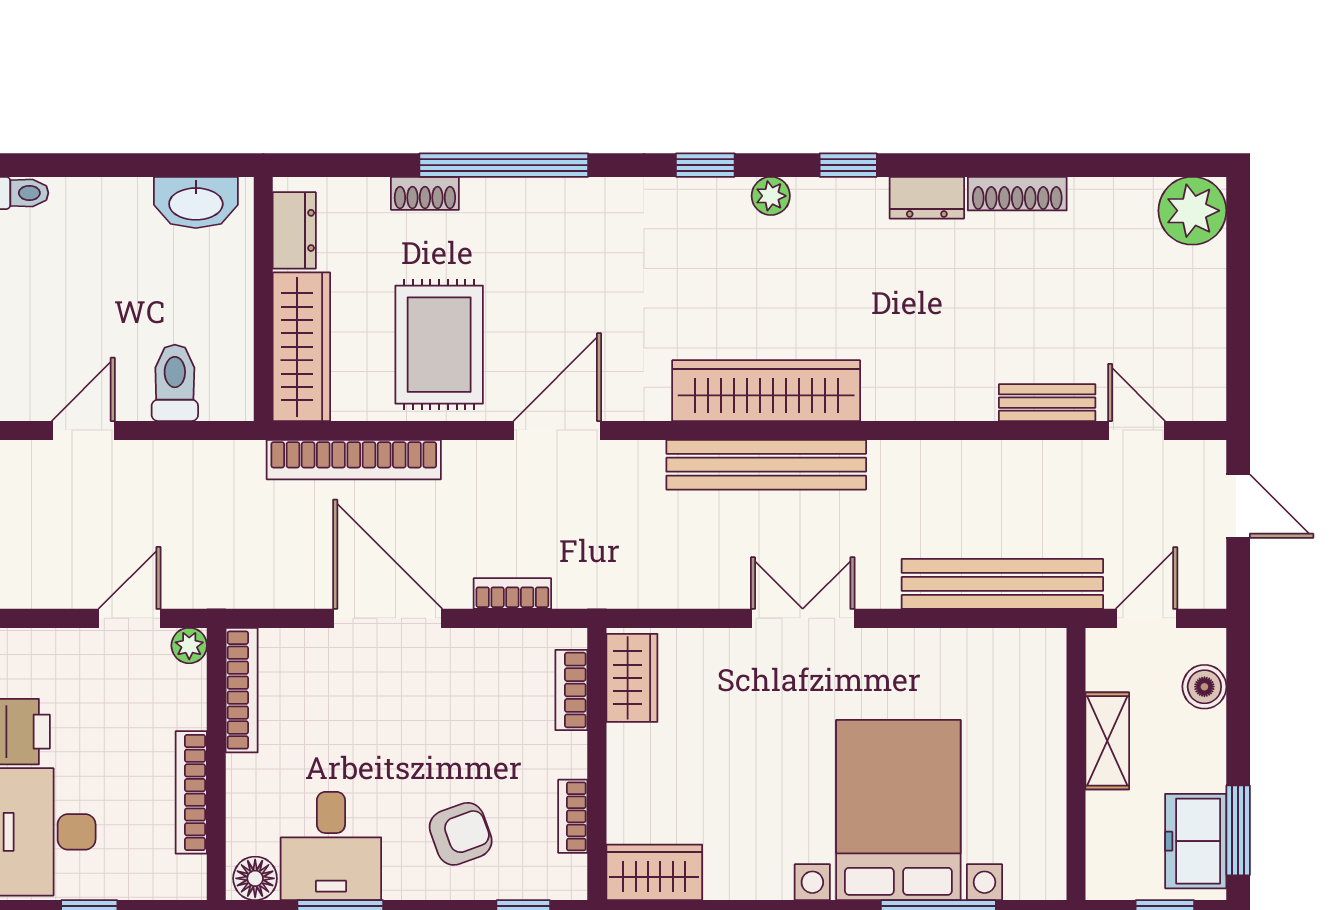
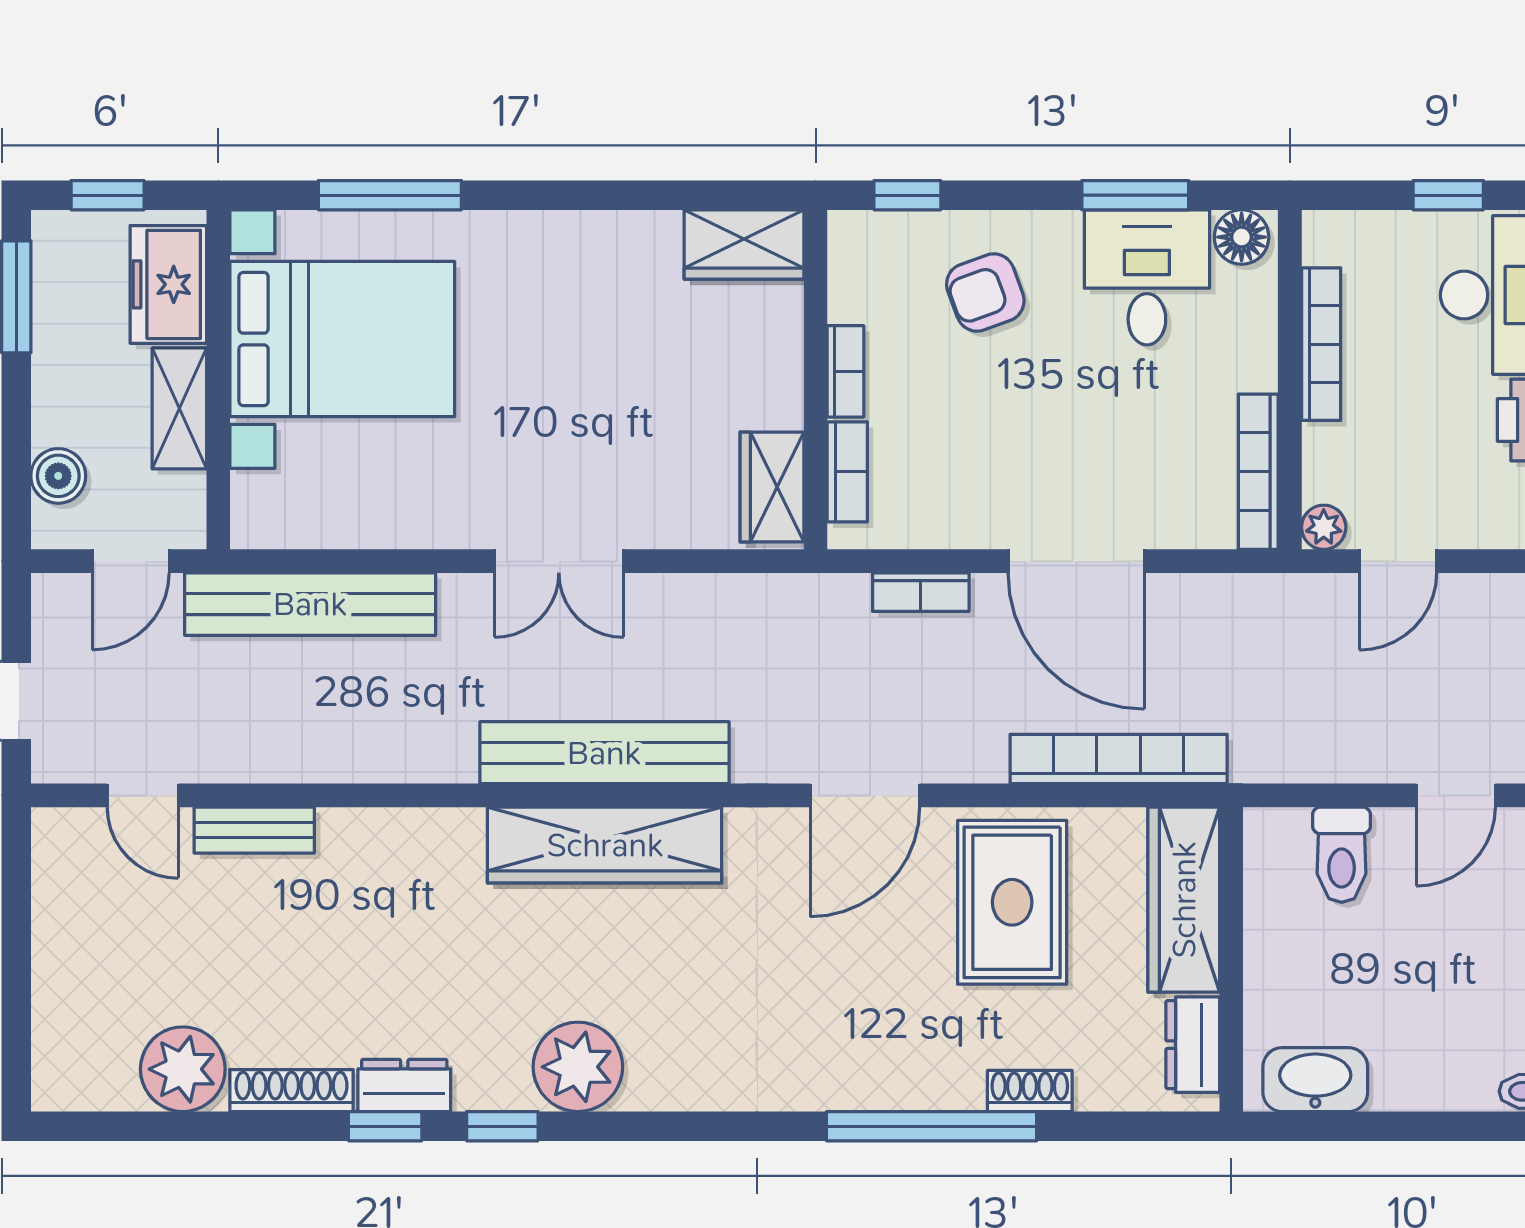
window: (705, 165) -> (385, 1126), moved
plant: (771, 196) -> (578, 1067), width x1.87, depth x1.87
plant: (1192, 211) -> (183, 1069), moved
bed with nightstands: (898, 810) -> (342, 339), moved, turned -90
bookcase: (573, 816) -> (846, 371), moved
freezer: (1196, 841) -> (168, 284), moved, turned 180

